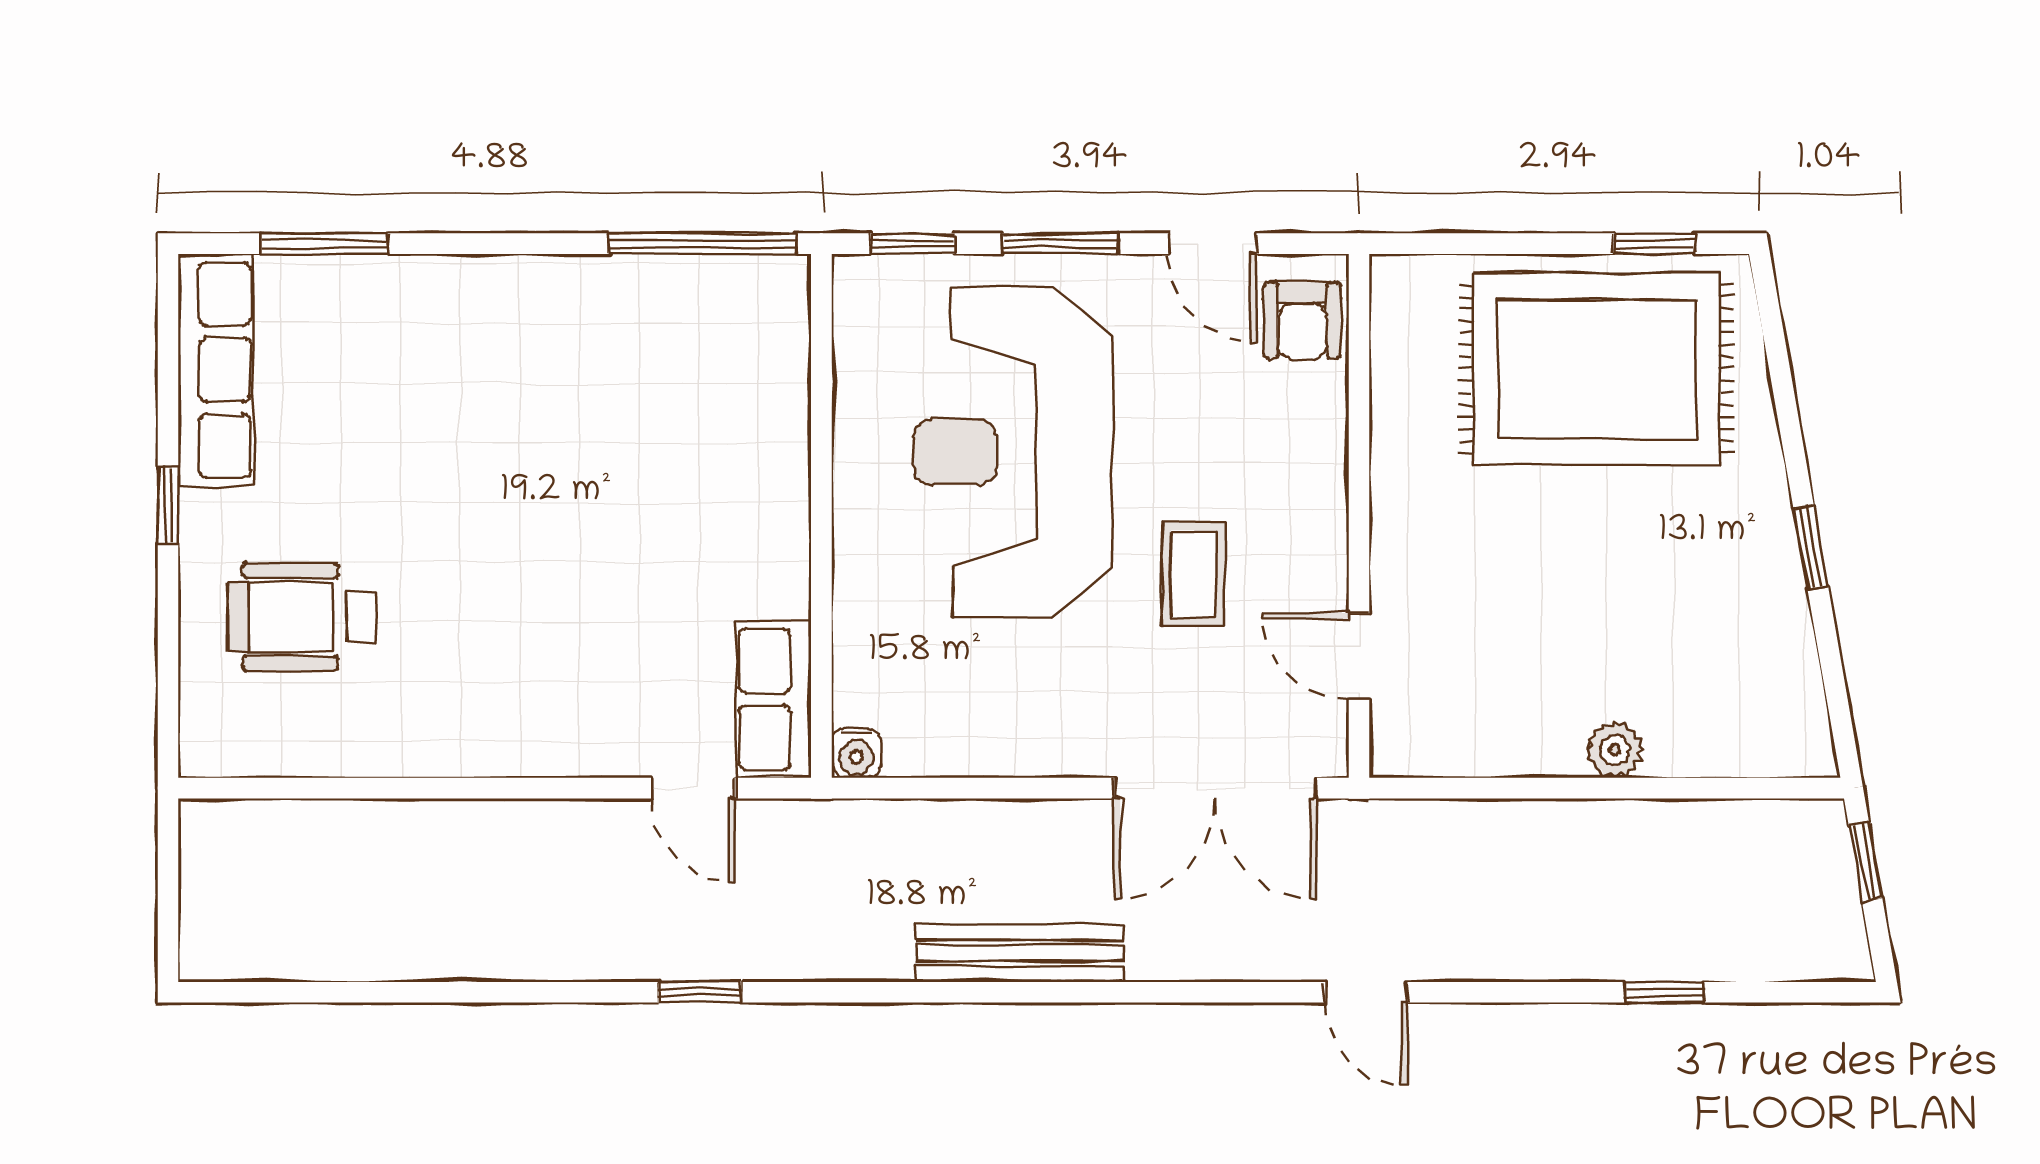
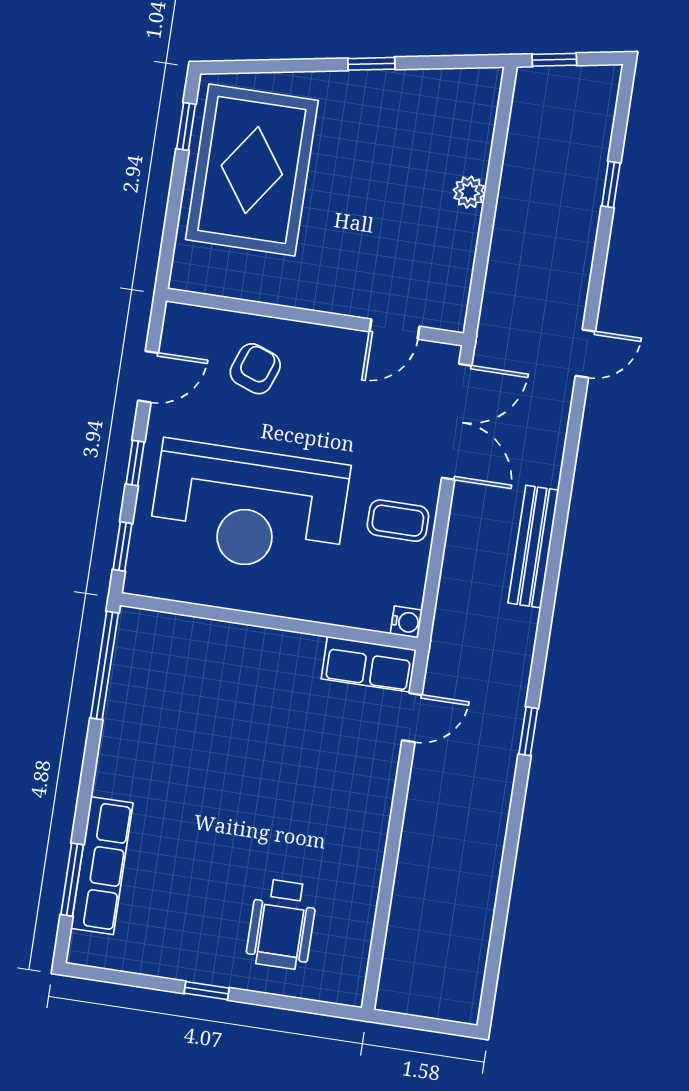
window: (1060, 244) -> (135, 463), width x0.67
armchair: (1302, 320) -> (255, 369), moved, turned -70
row of seats: (216, 370) -> (102, 866), moved, turned 90
coffee table: (1194, 574) -> (398, 521), moved

